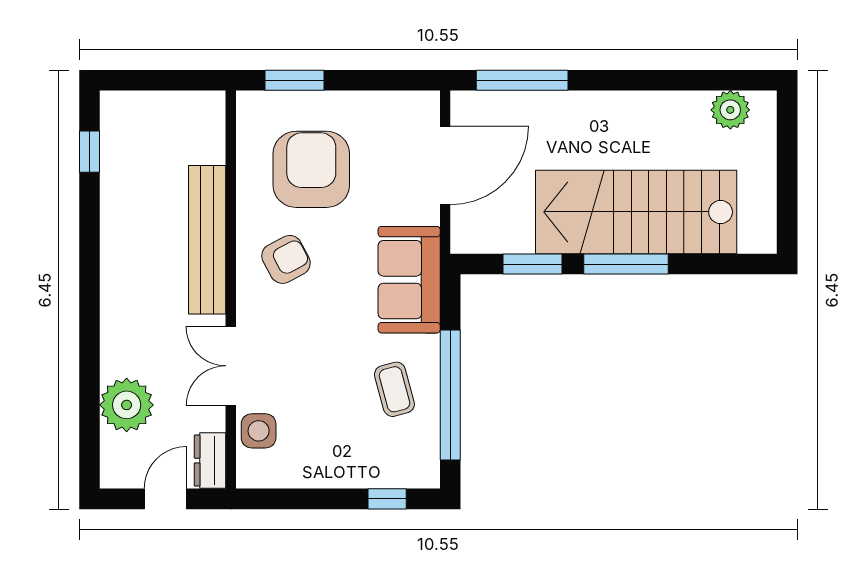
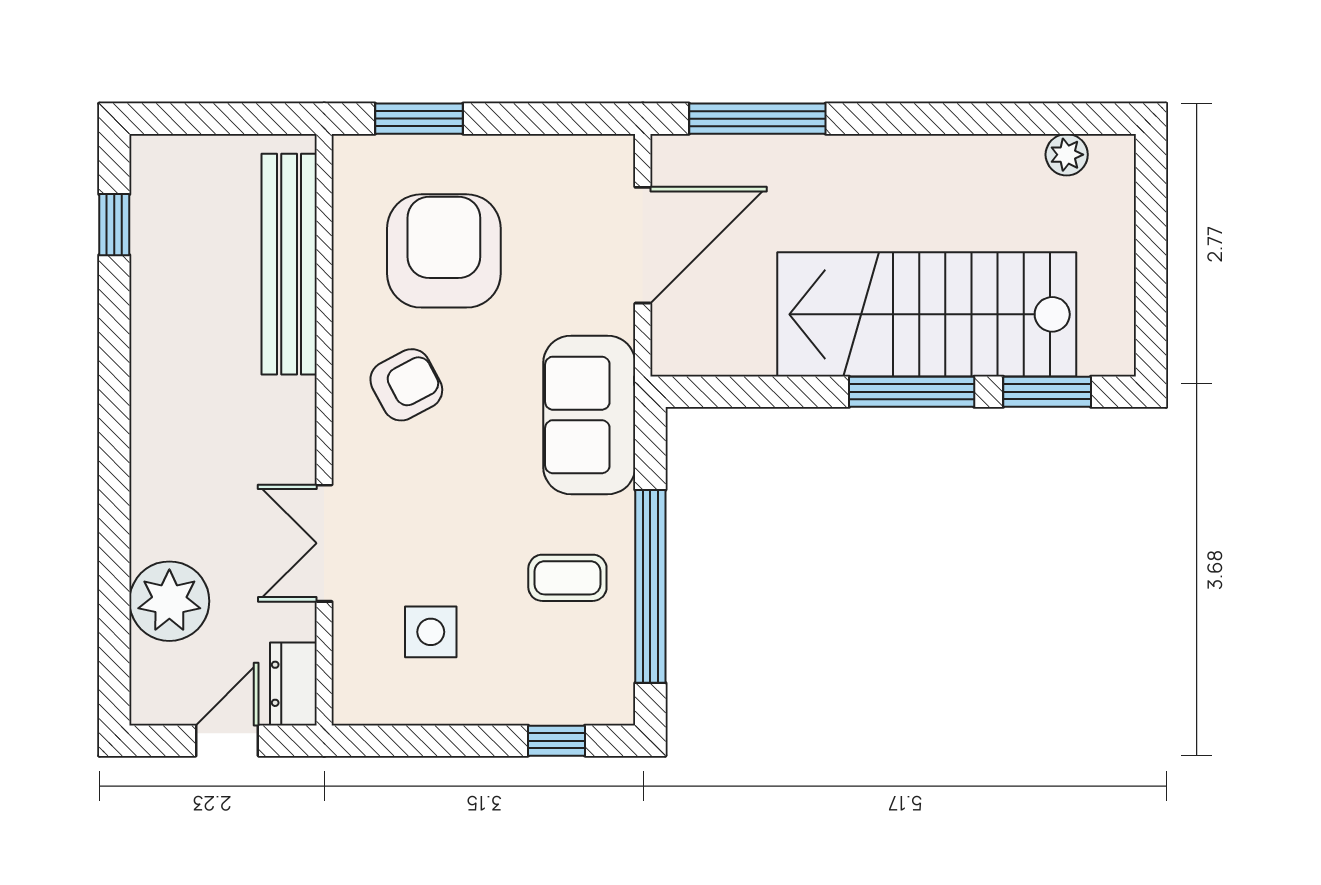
plant: (730, 110) -> (1067, 155), width x0.73, depth x0.73
bench: (207, 240) -> (289, 264), moved
window: (533, 264) -> (1047, 392), moved
coffee table: (394, 389) -> (567, 578), turned -75
side table: (259, 431) -> (431, 632), moved

